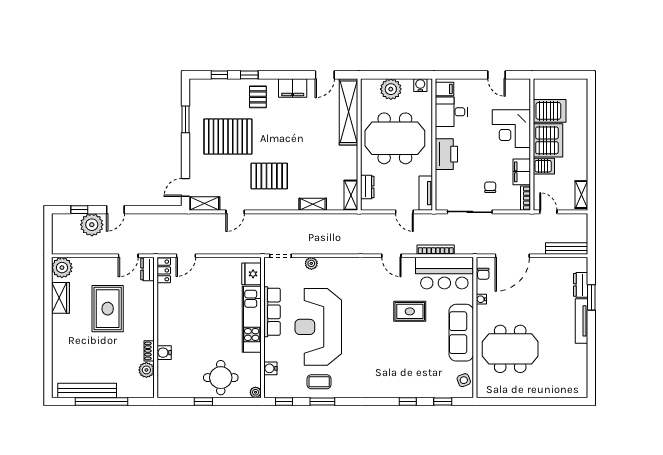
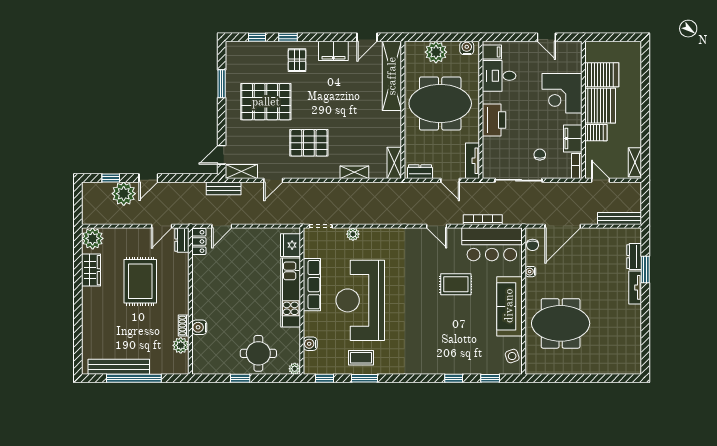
dresser: (367, 187) -> (420, 172), moved, turned -90
bench: (187, 220) -> (224, 188), added
tv unit: (582, 321) -> (635, 287), width x0.71

